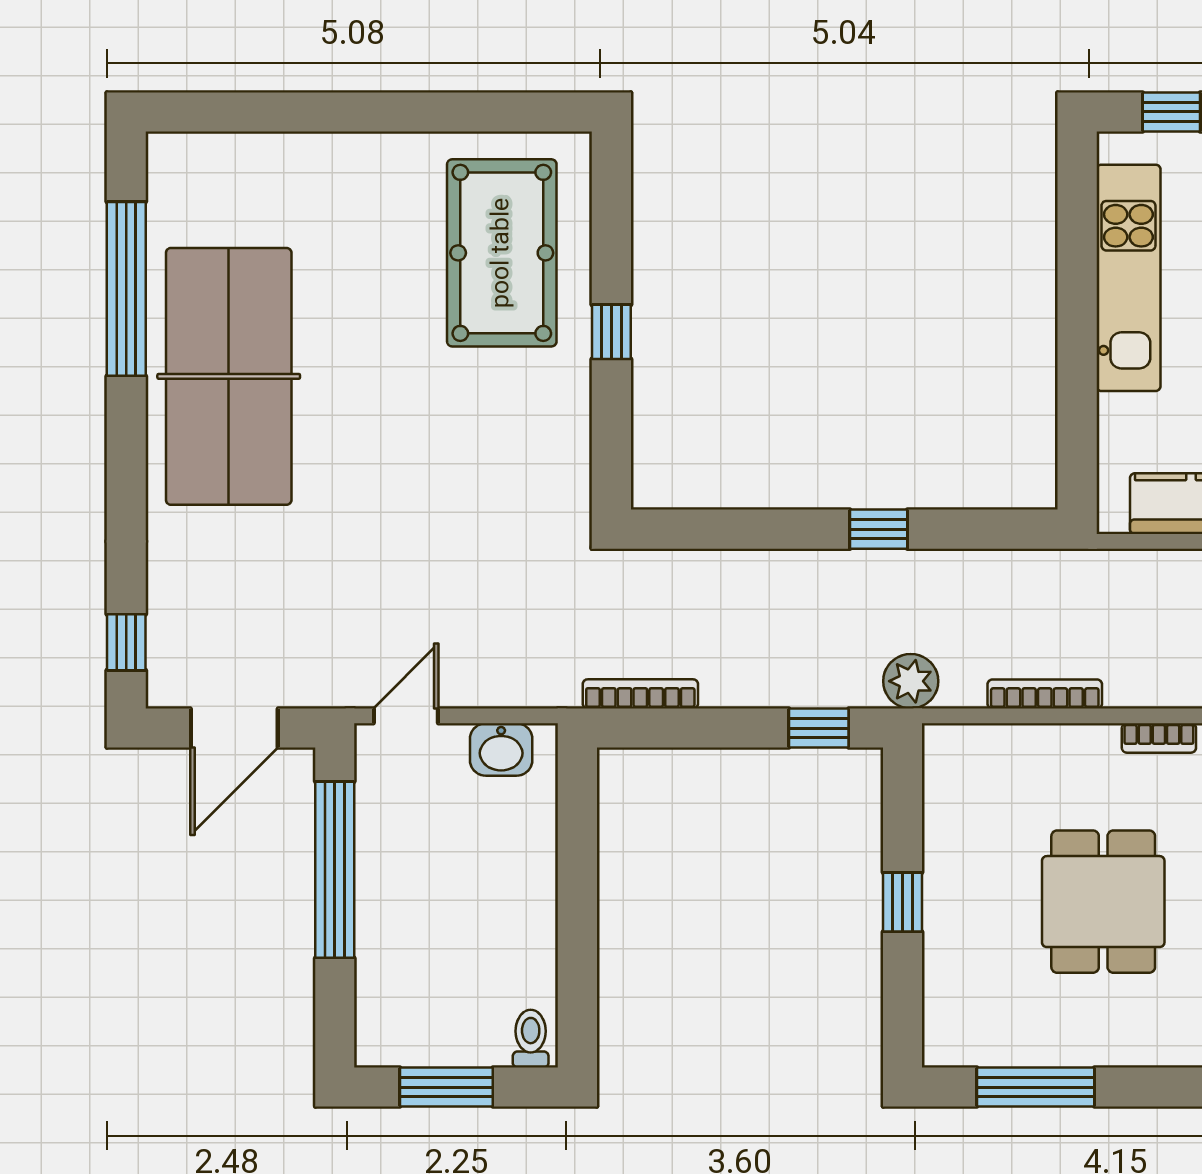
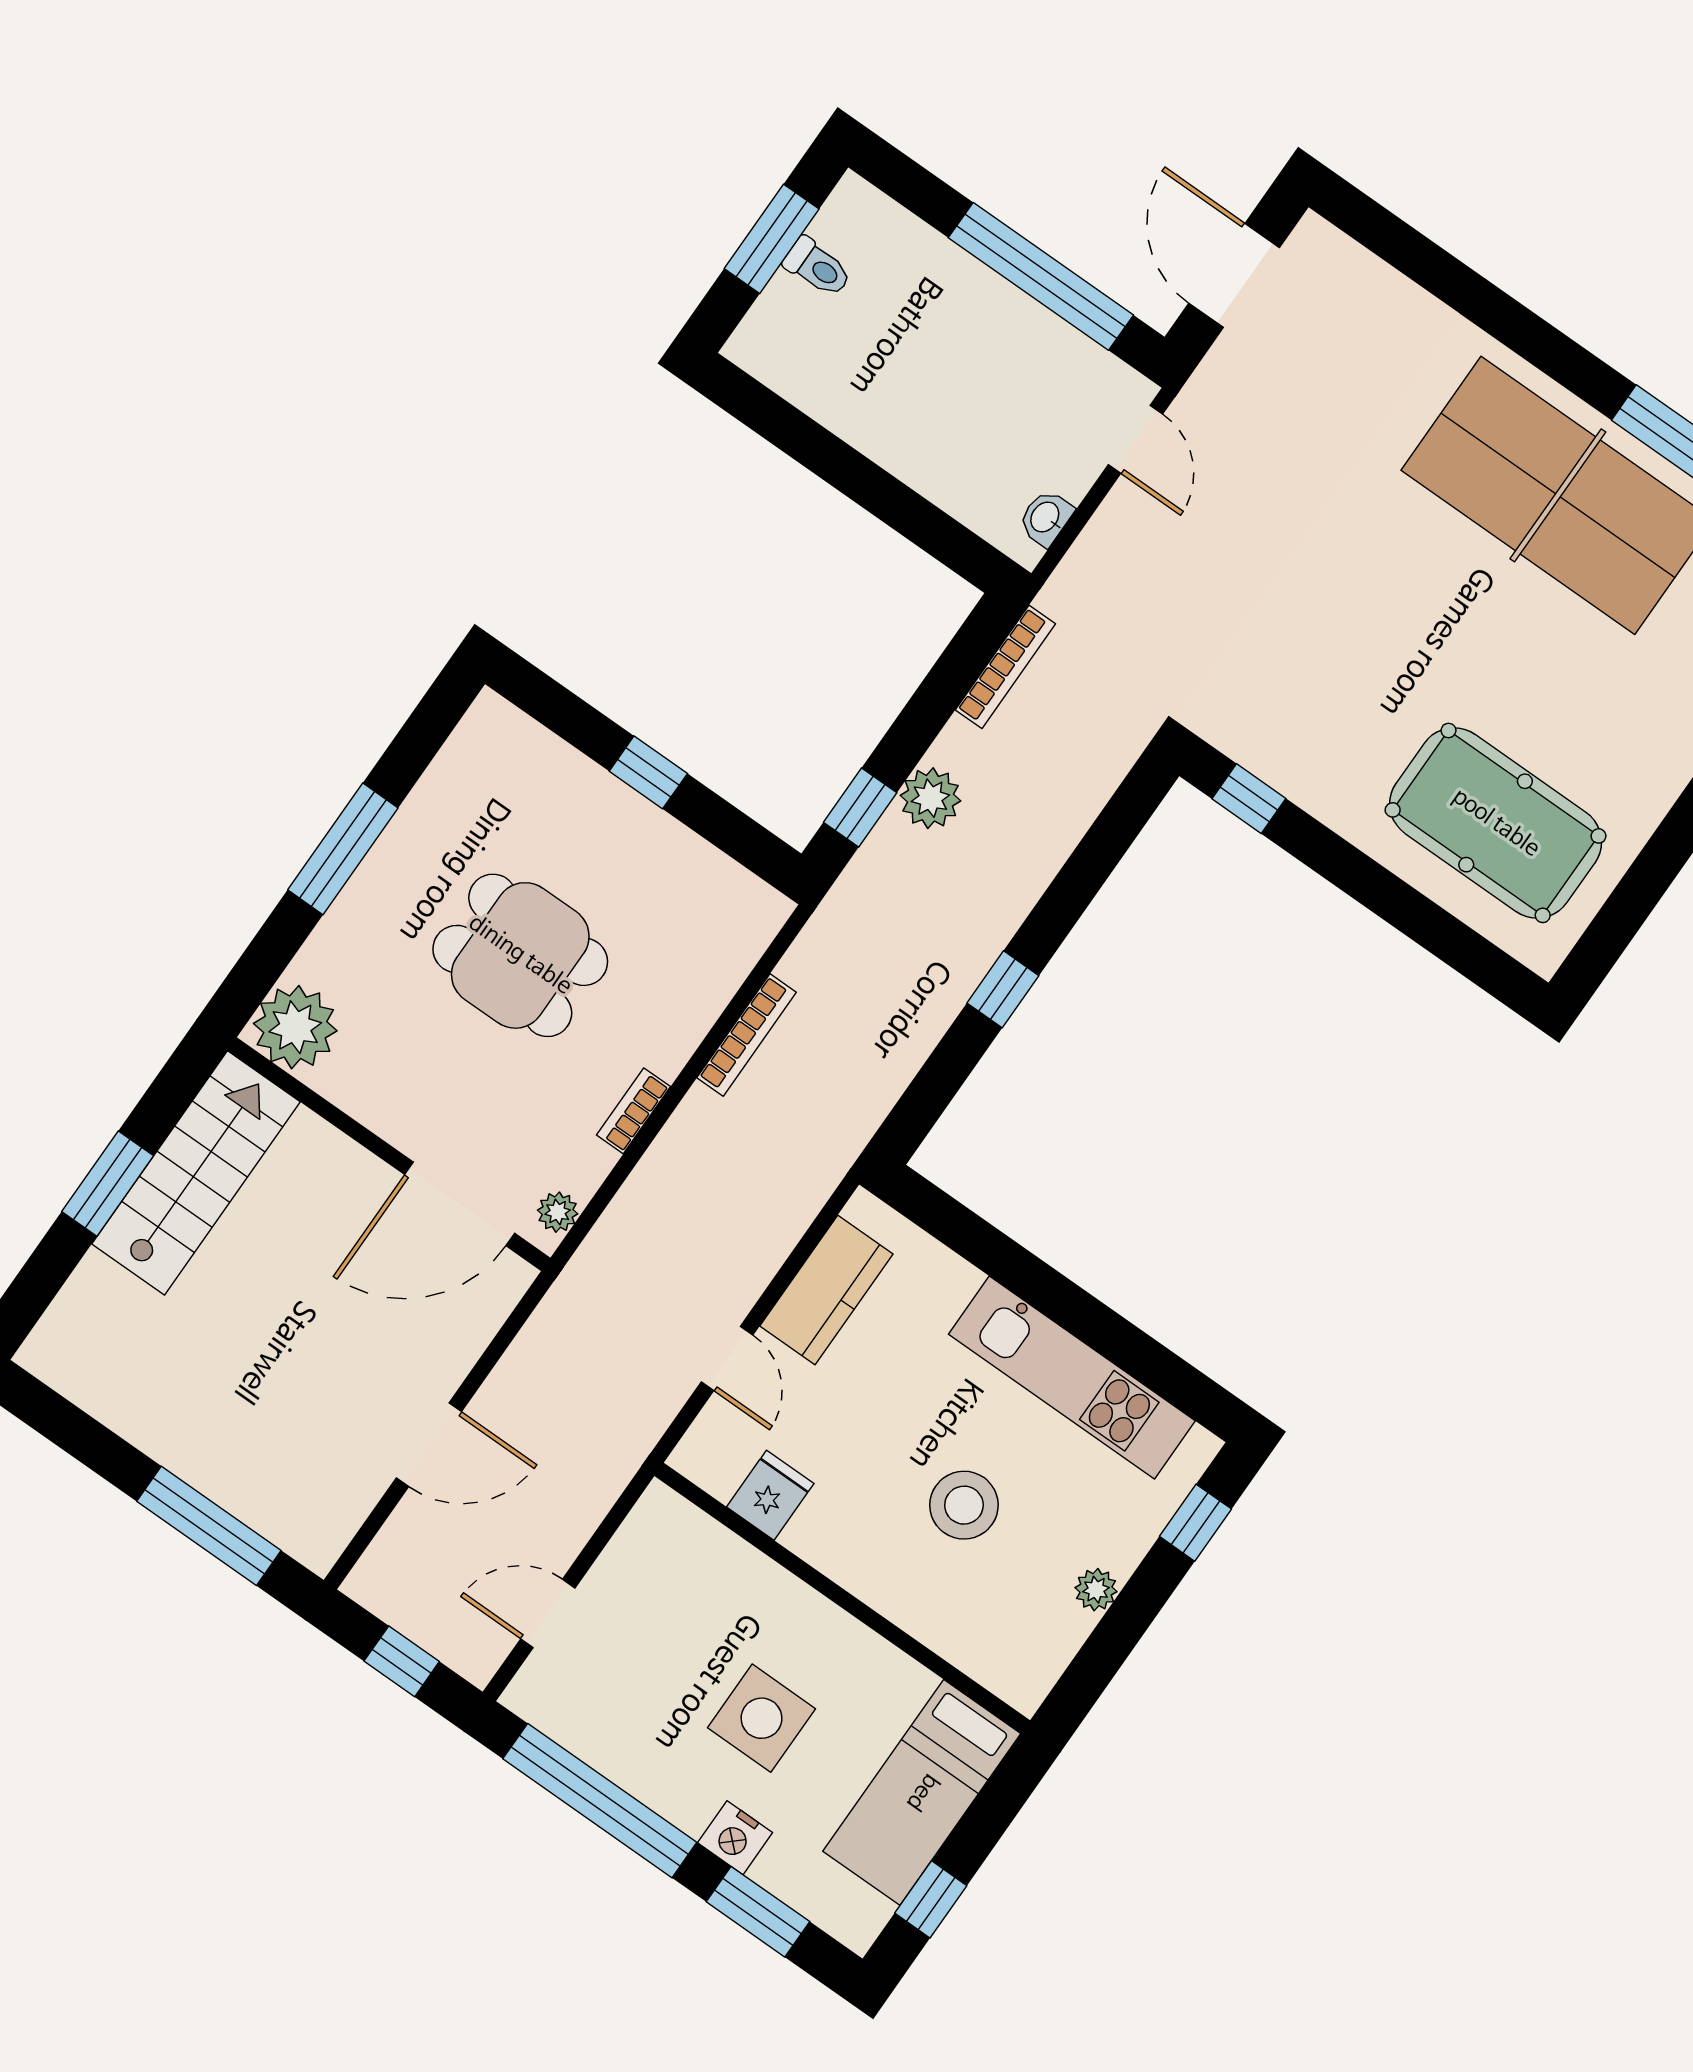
window: (611, 332) -> (1249, 799), moved
window: (126, 642) -> (1381, 232), removed
plant: (911, 681) -> (930, 798), moved
washbasin: (501, 750) -> (1046, 518), width x0.72, depth x0.69
toilet: (531, 1039) -> (817, 267), moved
window: (1036, 1087) -> (343, 849), moved

